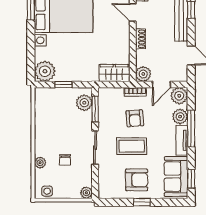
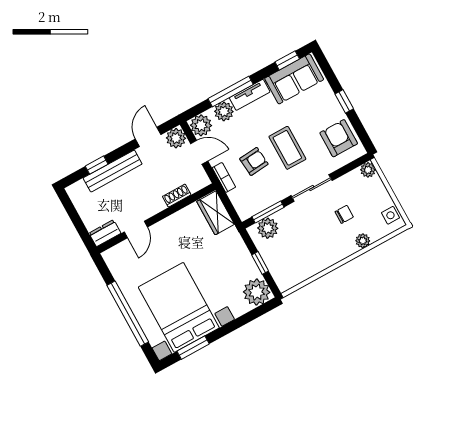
shoe rack: (140, 39) -> (177, 196), moved
plant: (143, 74) -> (176, 138), moved
armchair: (137, 180) -> (339, 138), moved

